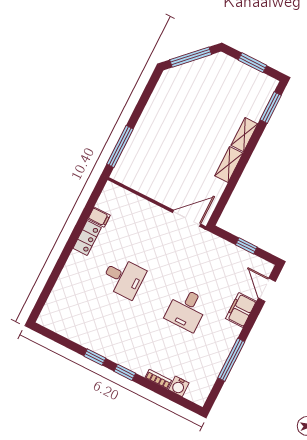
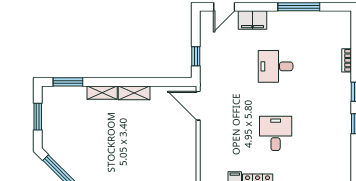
window: (246, 246) -> (196, 56), moved
desk: (187, 310) -> (276, 66), turned 180
water cooler: (179, 386) -> (344, 40), removed

